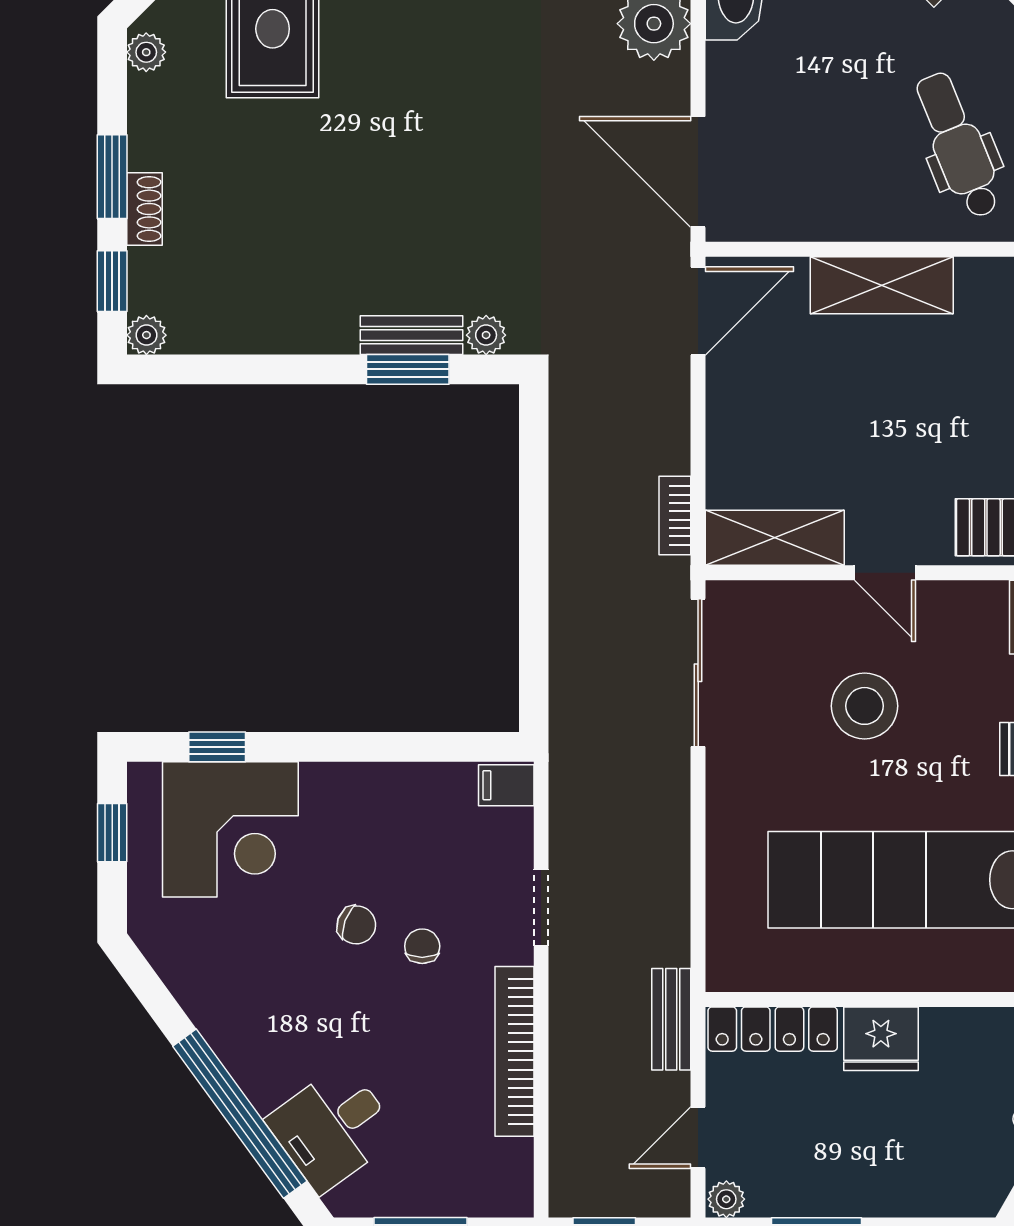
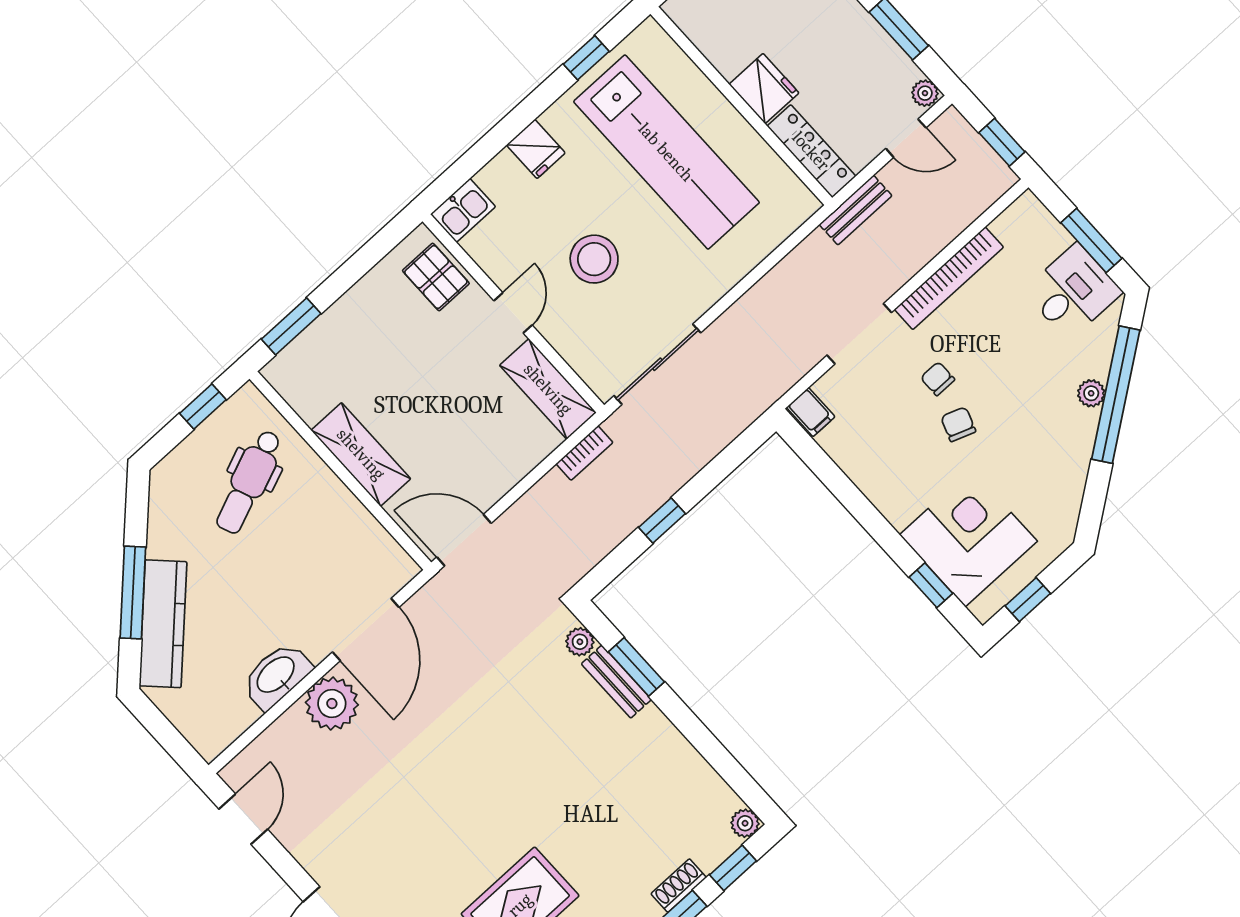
door: (698, 172) -> (366, 630), moved
window: (534, 532) -> (662, 520), added
doorway: (541, 908) -> (859, 334), width x1.38
chair: (422, 946) -> (938, 379), turned 90
plant: (264, 1090) -> (1091, 393), added
desk: (333, 1128) -> (1073, 292), moved, turned -54

